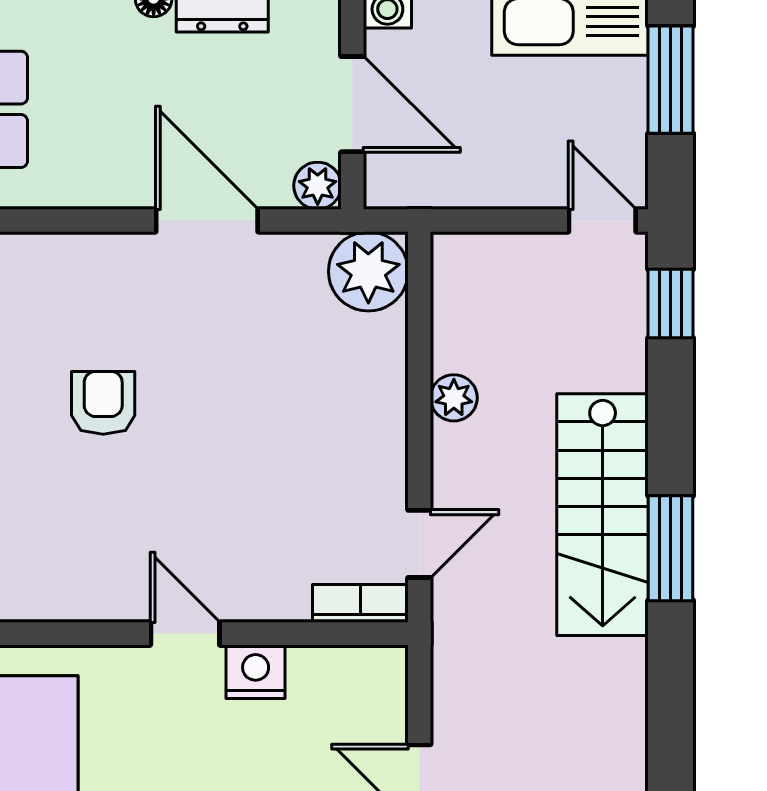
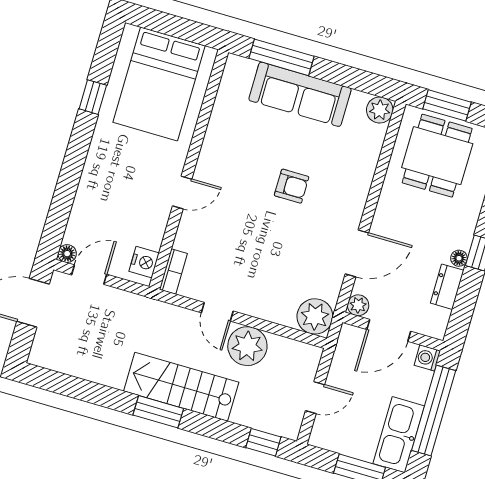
door: (602, 220) -> (315, 398), moved
plant: (454, 398) -> (247, 346), width x1.87, depth x1.87
door: (419, 544) -> (217, 312), moved
nightstand: (256, 672) -> (144, 262), moved

